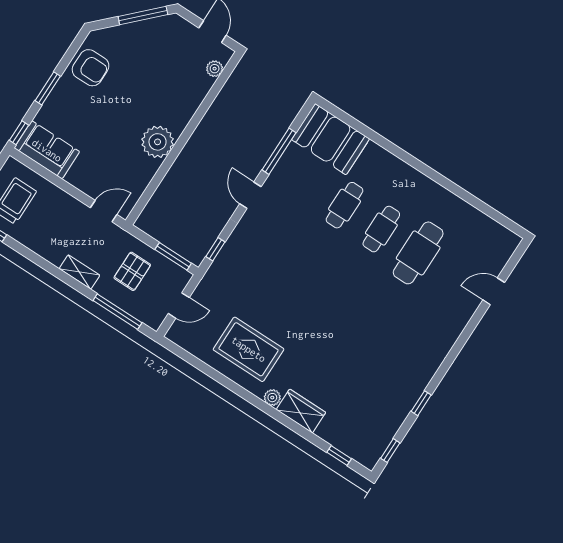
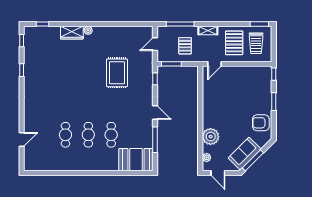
plant: (158, 142) -> (211, 137), moved
sofa: (47, 150) -> (245, 154), moved, turned 135
pallet: (50, 225) -> (234, 43), added
cafe table: (418, 253) -> (65, 135), width x0.73, depth x0.74
rug: (249, 349) -> (117, 73), moved, turned 90

